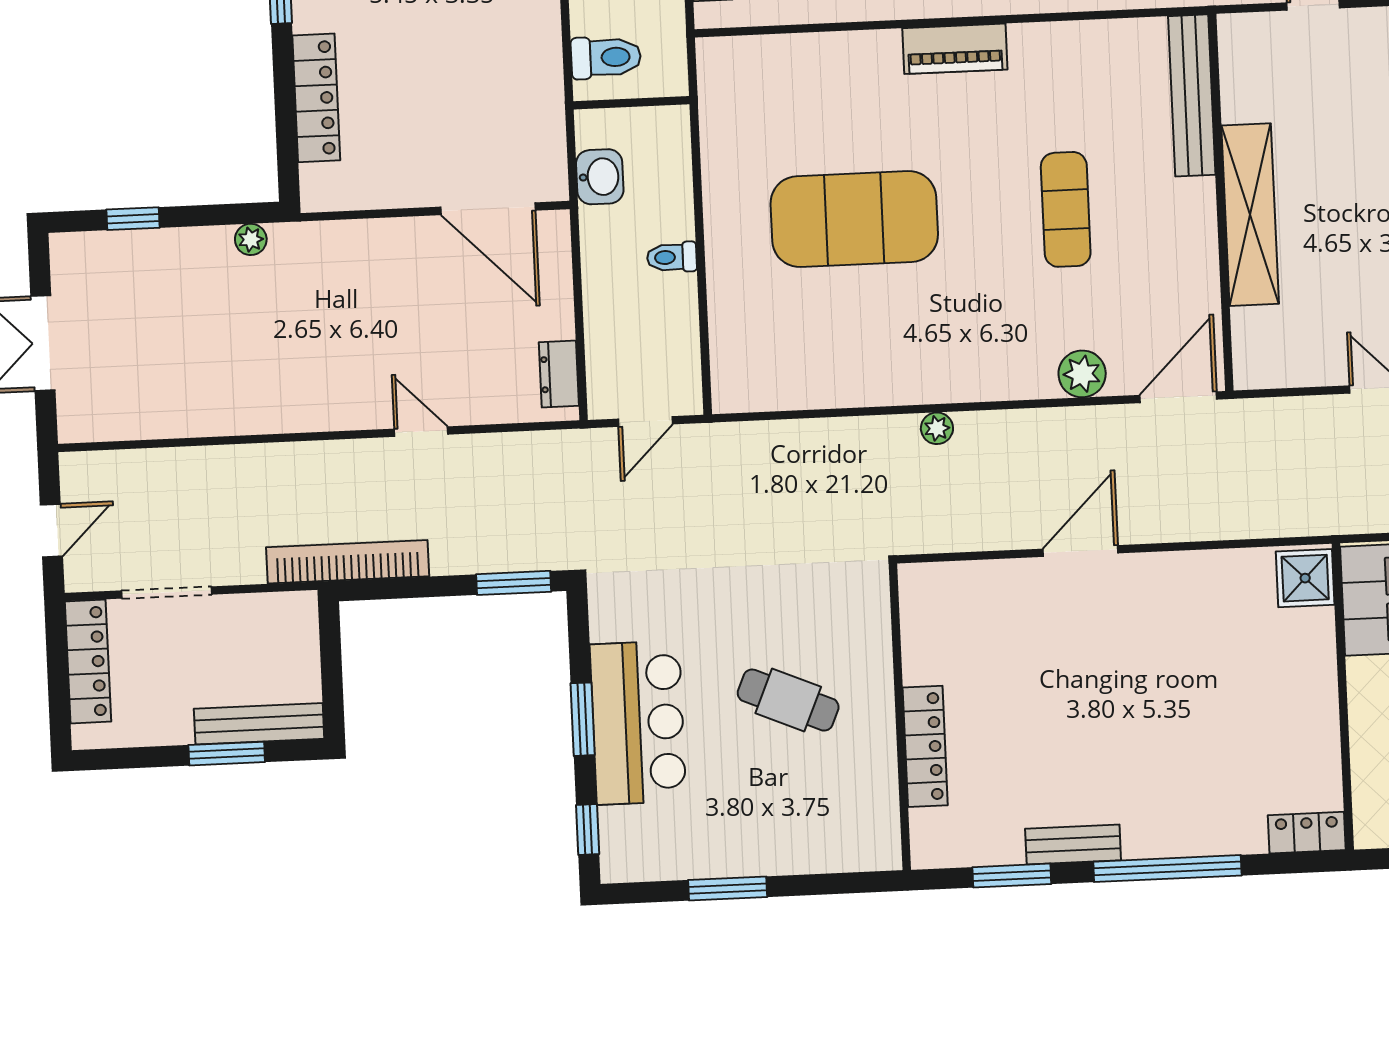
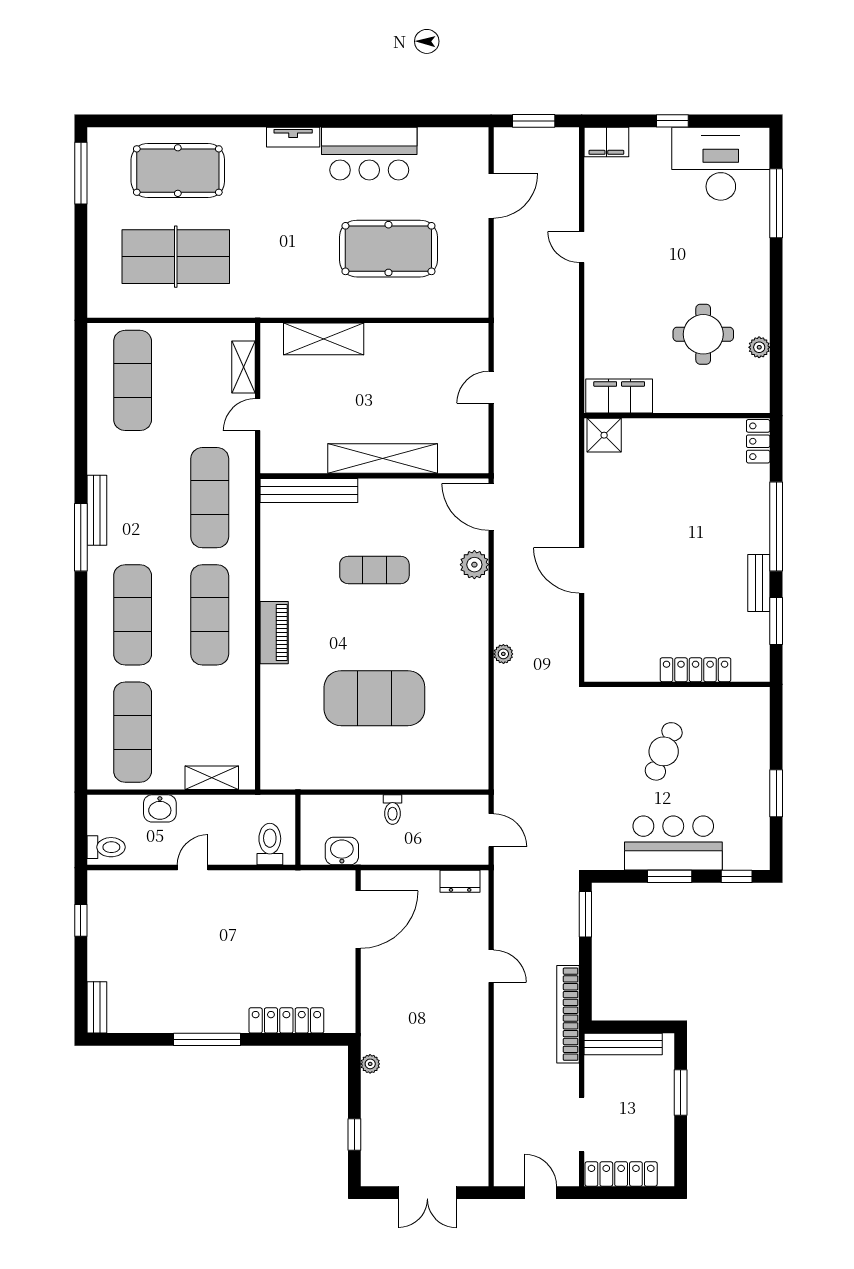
exercise mat: (854, 219) -> (374, 698), turned 90
door: (421, 432) -> (491, 966), swing flipped
bench: (259, 724) -> (623, 1044), moved, turned 90

